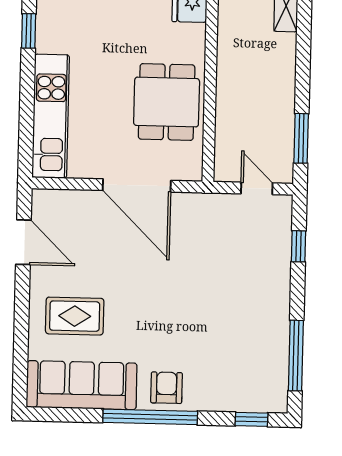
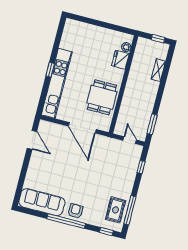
window: (29, 31) -> (50, 70), moved
kitchen unit: (51, 116) -> (57, 83), width x1.36
rug: (75, 316) -> (116, 210), moved, turned 90

